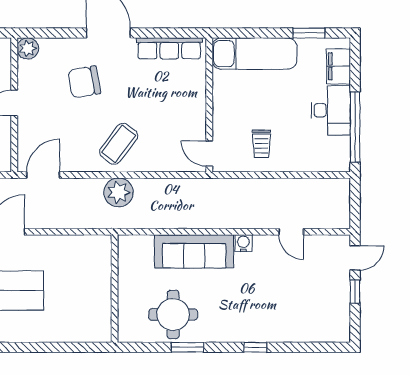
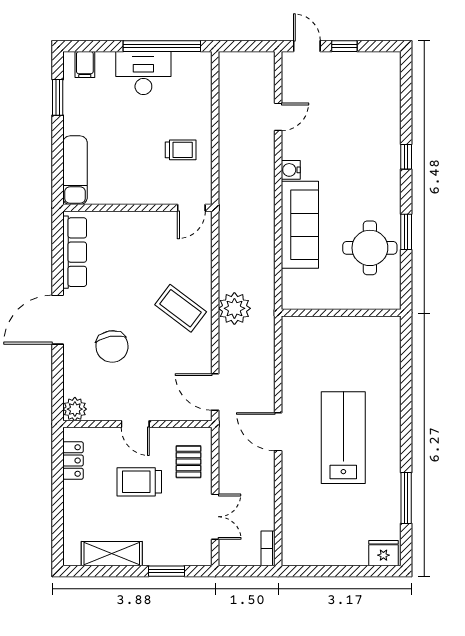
exam couch: (254, 54) -> (75, 170), width x0.73, depth x0.69
filing cabinet: (338, 66) -> (85, 64), width x0.50

